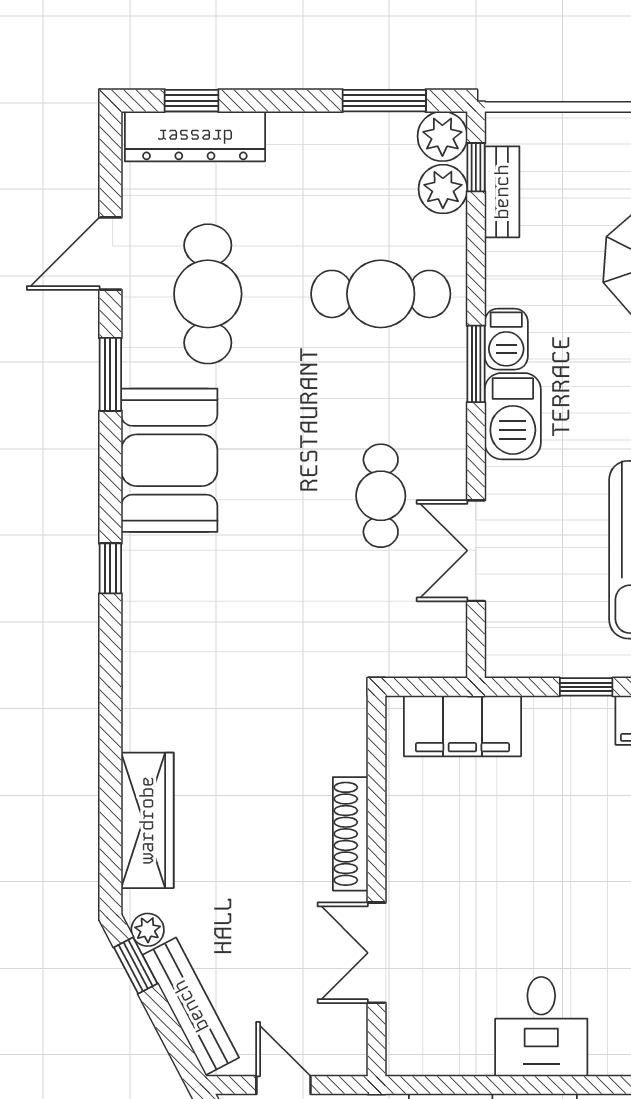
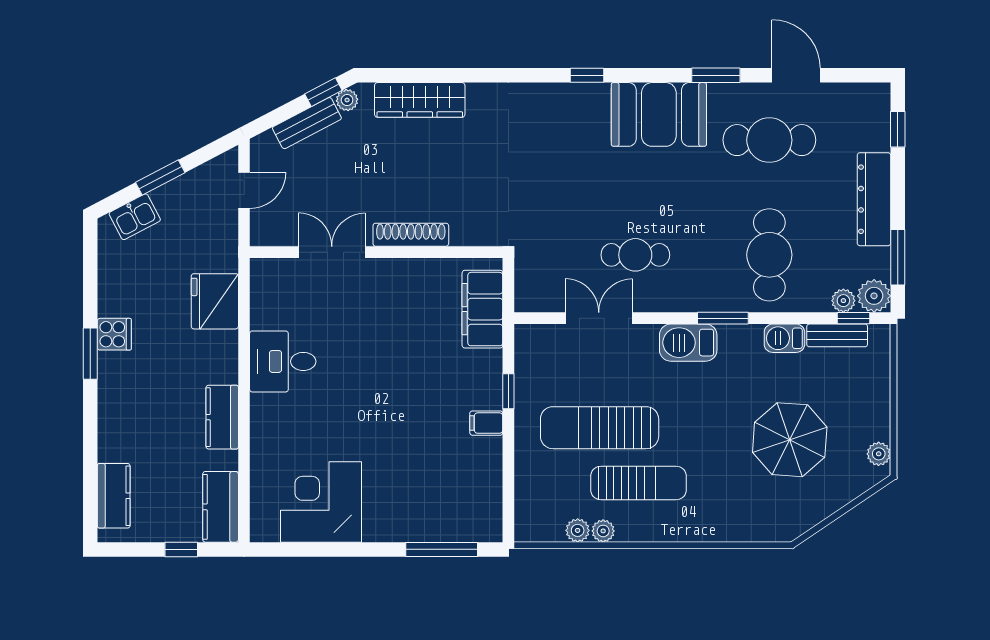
dresser: (195, 136) -> (874, 199), moved
plant: (443, 189) -> (843, 301), width x0.73, depth x0.73
barbecue: (506, 339) -> (784, 338), moved
bench: (191, 1006) -> (307, 123), width x0.73

